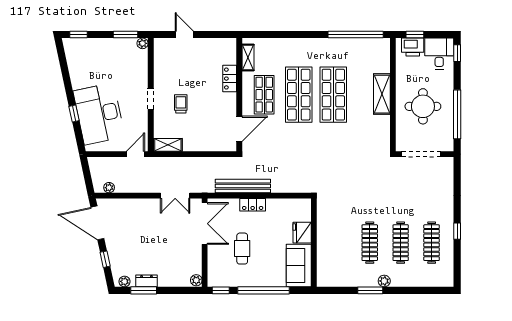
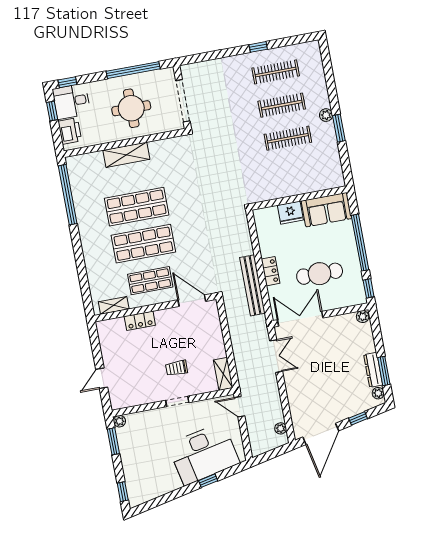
window: (415, 34) -> (52, 111), moved
cafe table: (242, 249) -> (320, 274), width x1.37, depth x1.35
dresser: (146, 281) -> (373, 370), width x1.44

